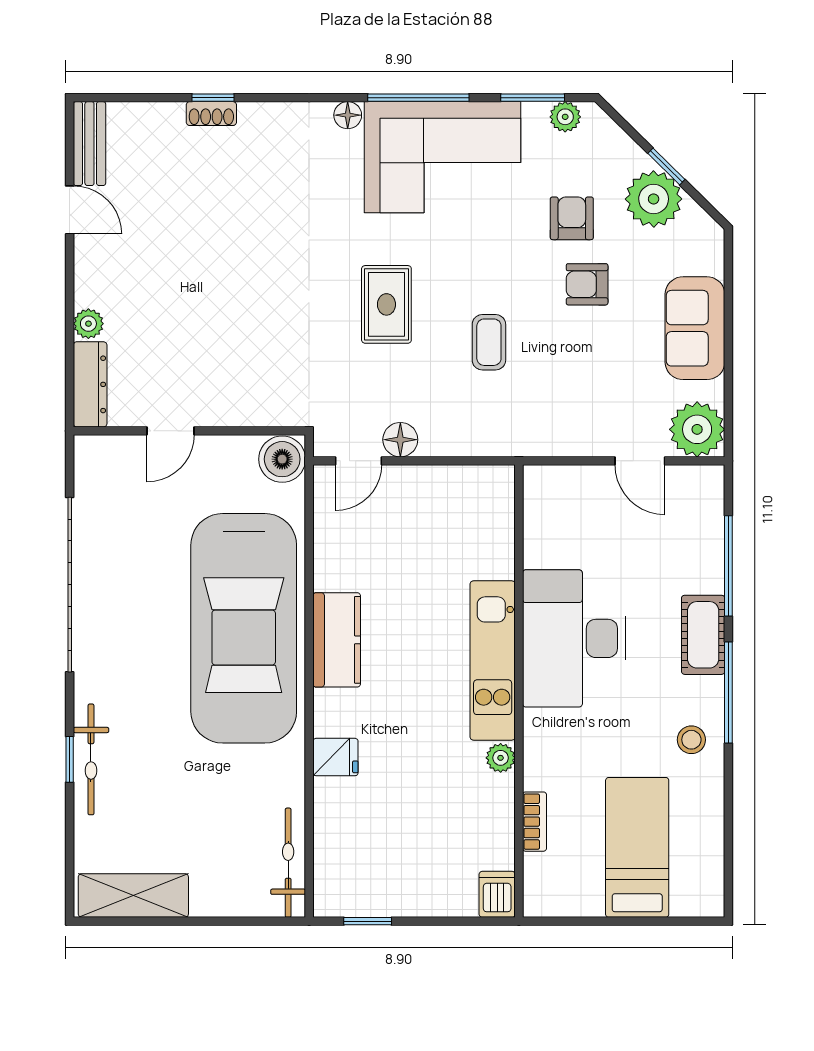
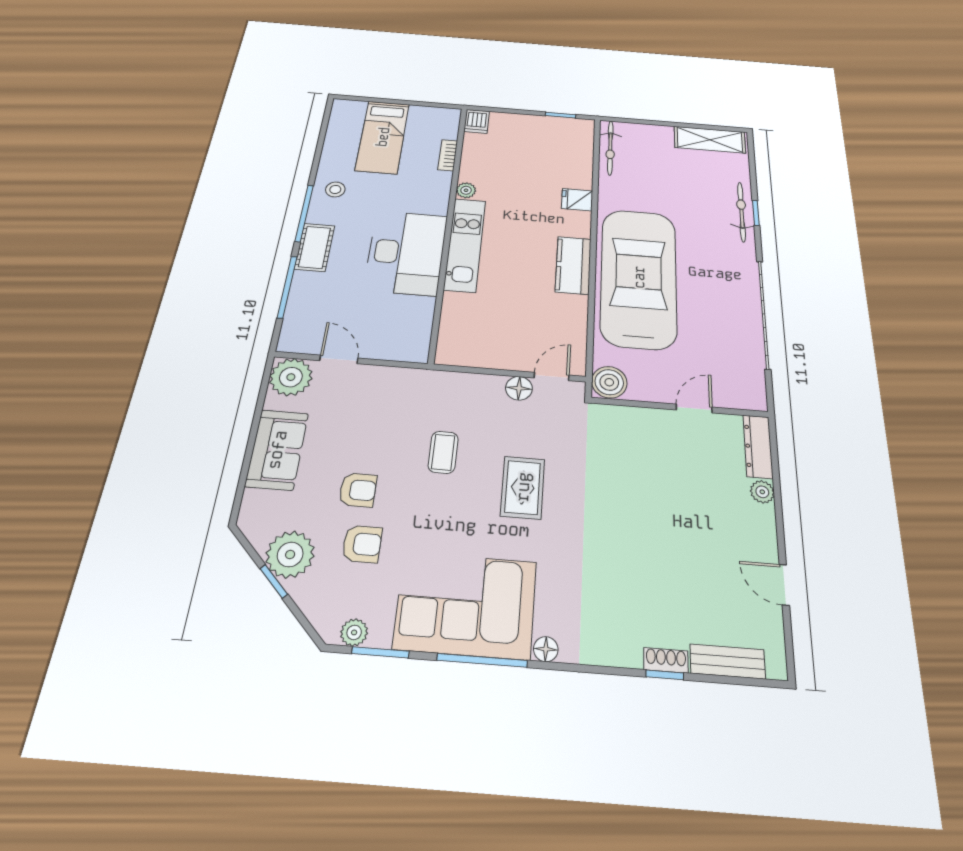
bench: (89, 144) -> (728, 661), moved, turned 90
armchair: (572, 218) -> (362, 544), turned -90

